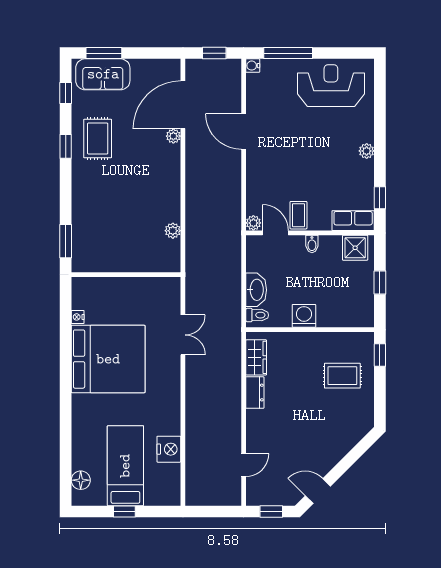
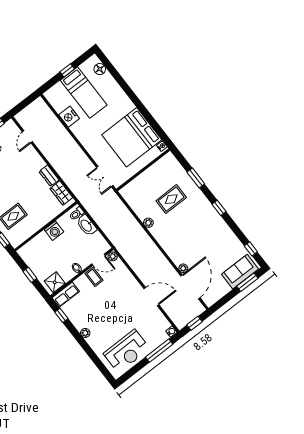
rug: (98, 138) -> (171, 199), moved, turned 90
window: (66, 146) -> (219, 208), moved
wall: (126, 275) -> (143, 170), moved

